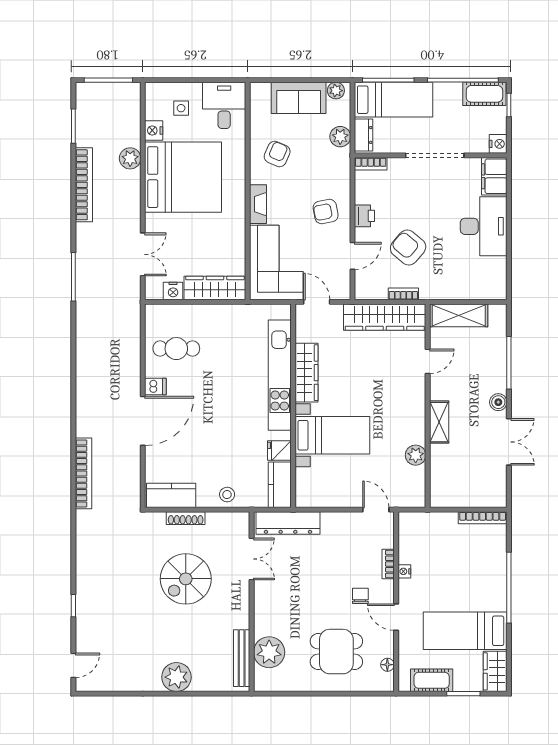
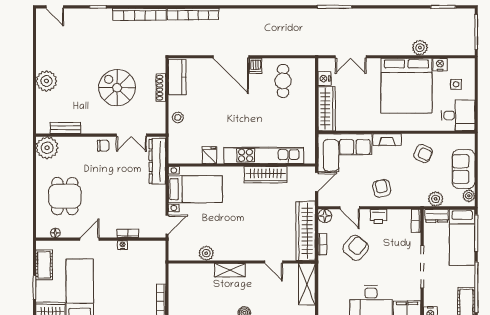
bookcase: (84, 185) -> (140, 14), moved
floor lamp: (364, 290) -> (325, 216), added
bed with nightstands: (332, 435) -> (195, 189), moved, turned -90
kitchen counter: (280, 485) -> (185, 155), removed
chair: (360, 596) -> (103, 146), moved
plant: (269, 652) -> (47, 148), moved
bench: (242, 658) -> (65, 128), width x0.73

